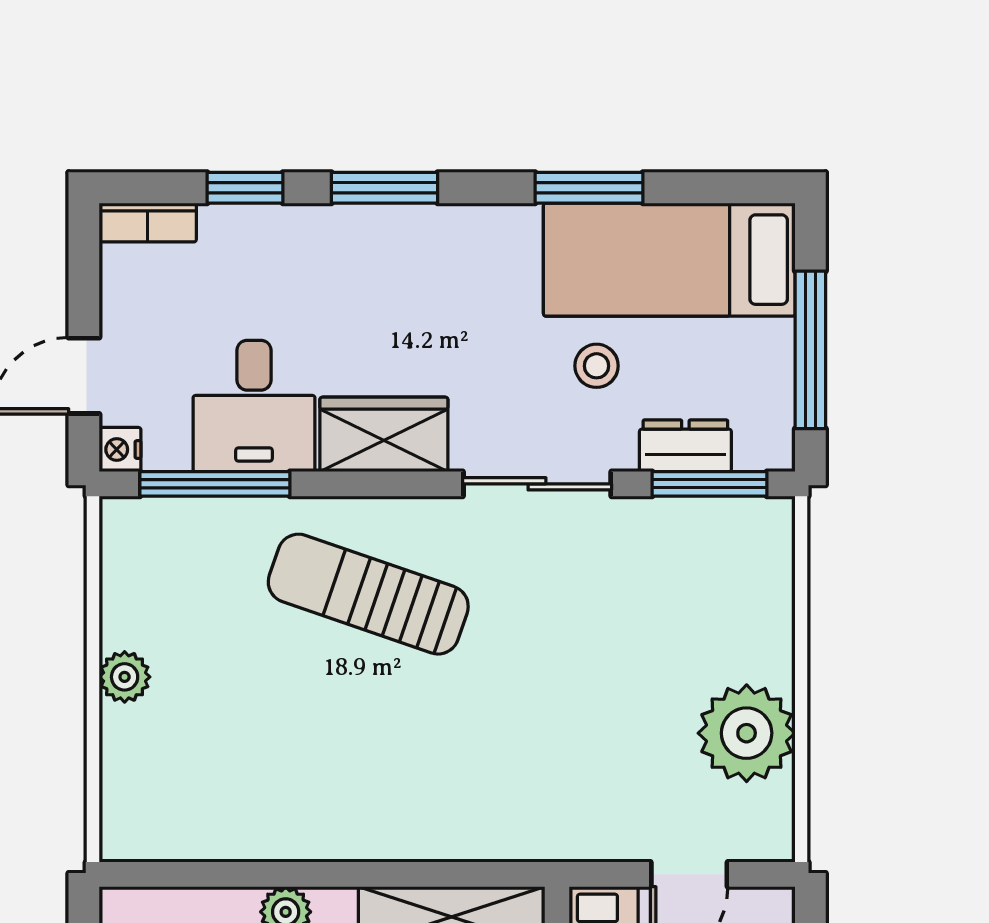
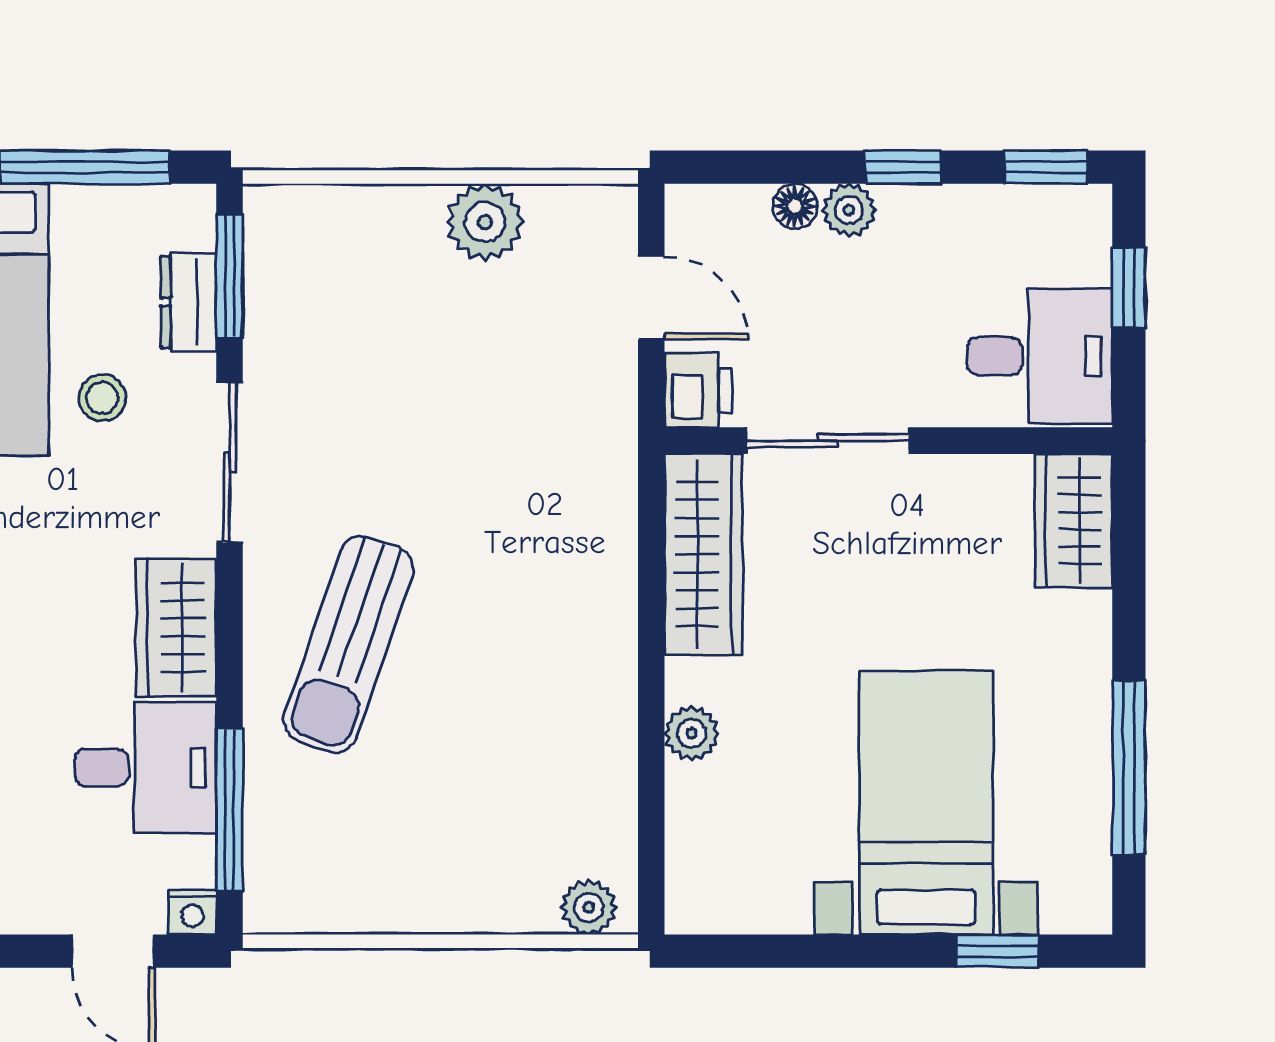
plant: (125, 677) -> (589, 907), moved
plant: (747, 733) -> (485, 222), width x0.73, depth x0.73

